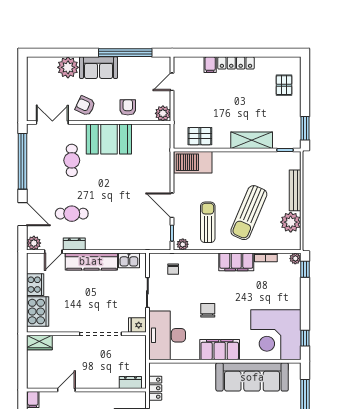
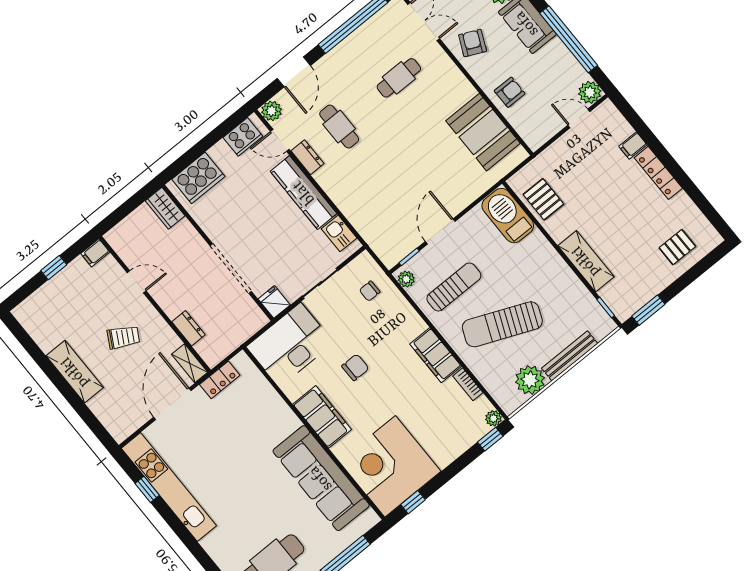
plant: (163, 113) -> (590, 92), moved
booth: (109, 139) -> (483, 132), moved
cooker: (35, 285) -> (243, 137), moved
dresser: (130, 382) -> (189, 328), moved
shelving: (133, 397) -> (190, 363), added

